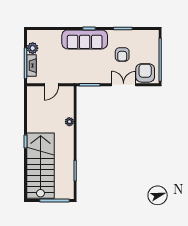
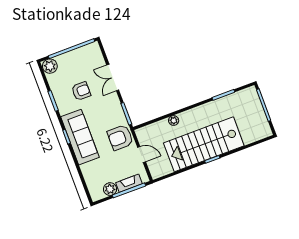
plant: (152, 36) -> (50, 66), added
armchair: (145, 73) -> (120, 137), moved
stairs: (41, 166) -> (204, 144), moved

